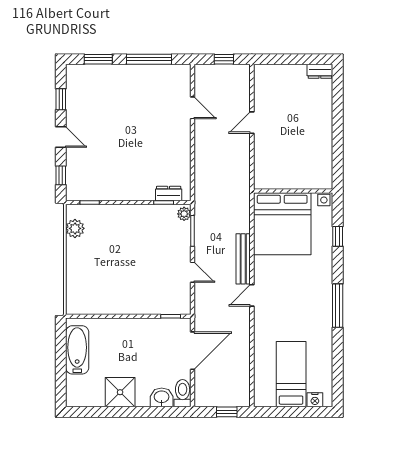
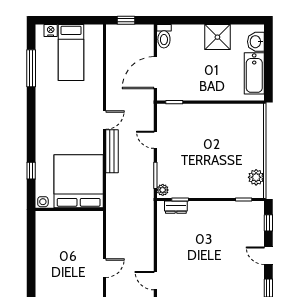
window: (338, 306) -> (31, 68), moved
washbasin: (162, 397) -> (256, 42), moved, turned 90

